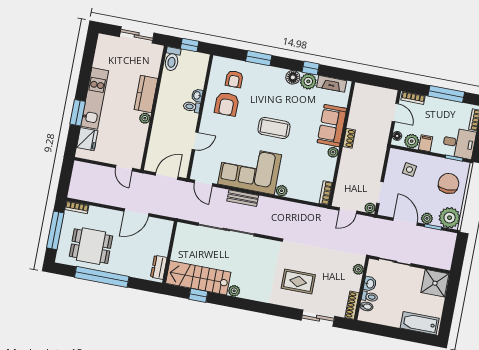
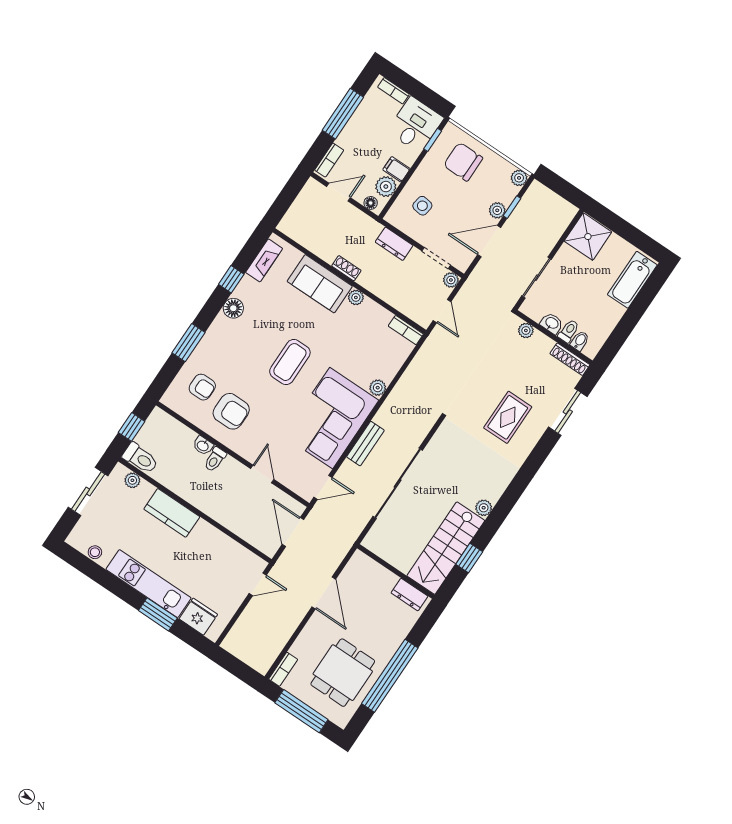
stool: (100, 56) -> (95, 552), added
plant: (308, 81) -> (248, 290), removed
plant: (145, 118) -> (132, 480), moved
dresser: (378, 162) -> (394, 244), added
plant: (450, 218) -> (519, 178), width x0.53, depth x0.53

